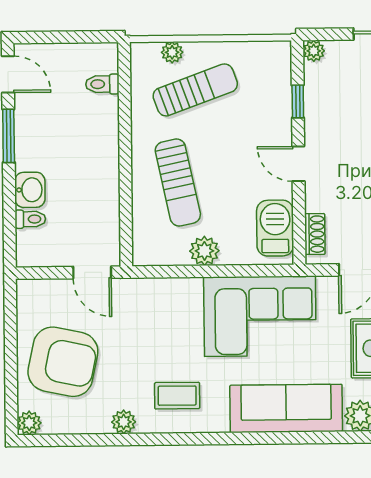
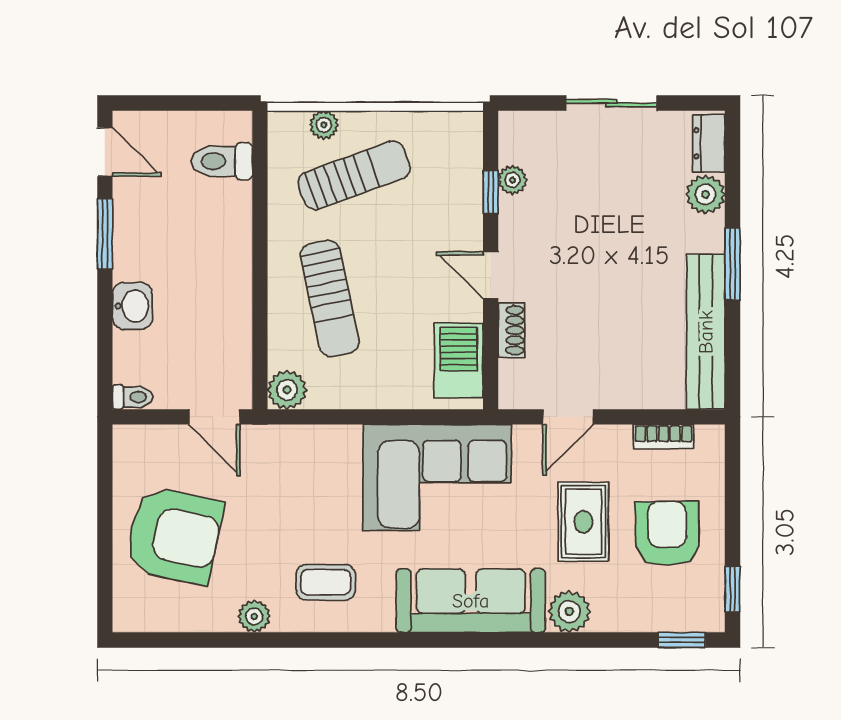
plant: (314, 51) -> (512, 180), moved
toilet: (102, 84) -> (222, 161), width x1.37, depth x1.39
toilet: (30, 219) -> (133, 397), moved
shoe rack: (315, 234) -> (511, 330), moved
plant: (204, 251) -> (287, 390), moved
plant: (29, 423) -> (128, 616), removed

